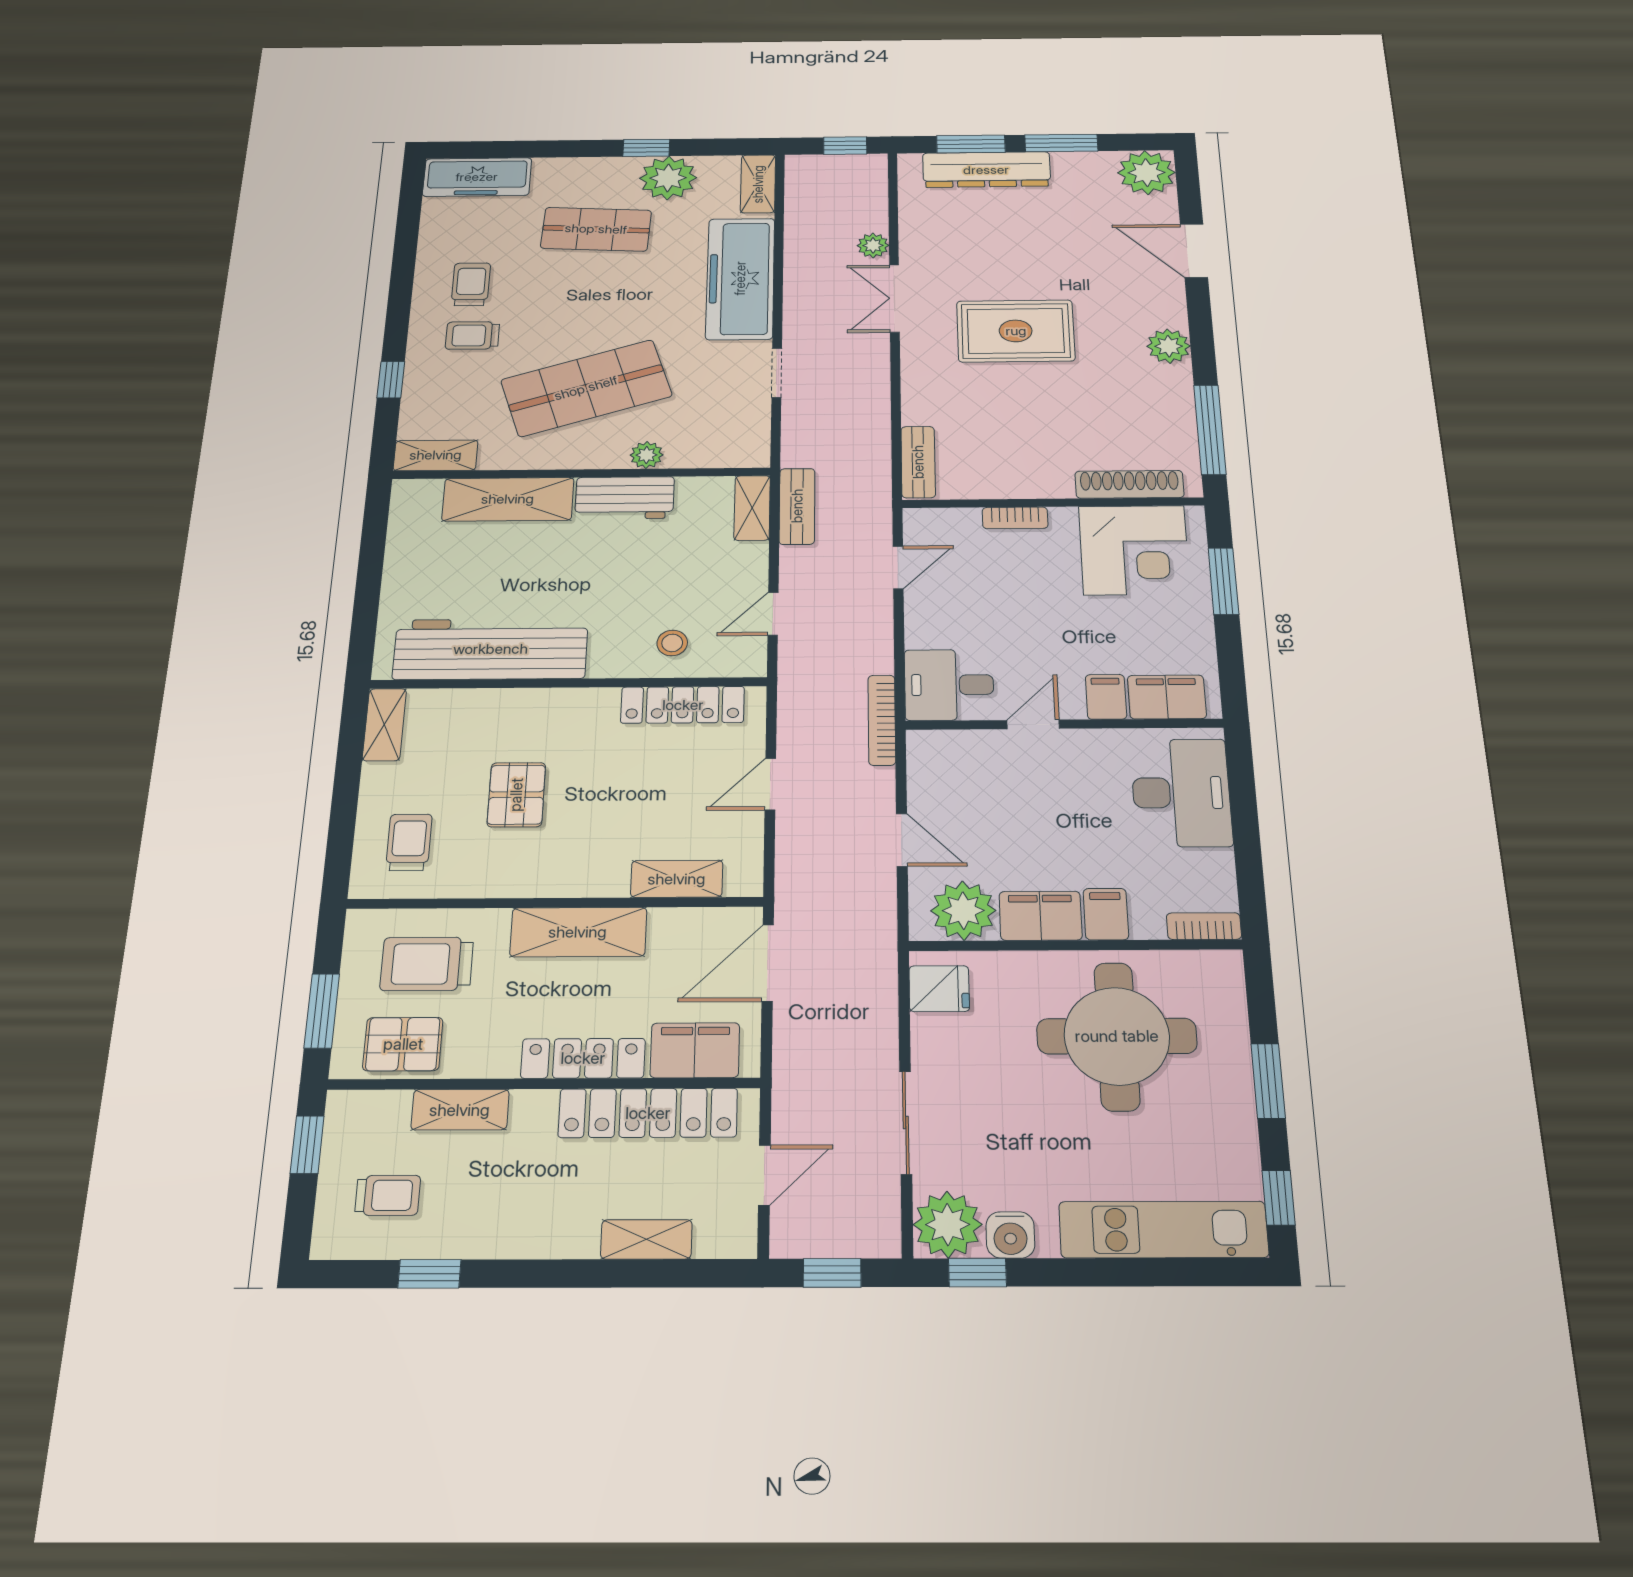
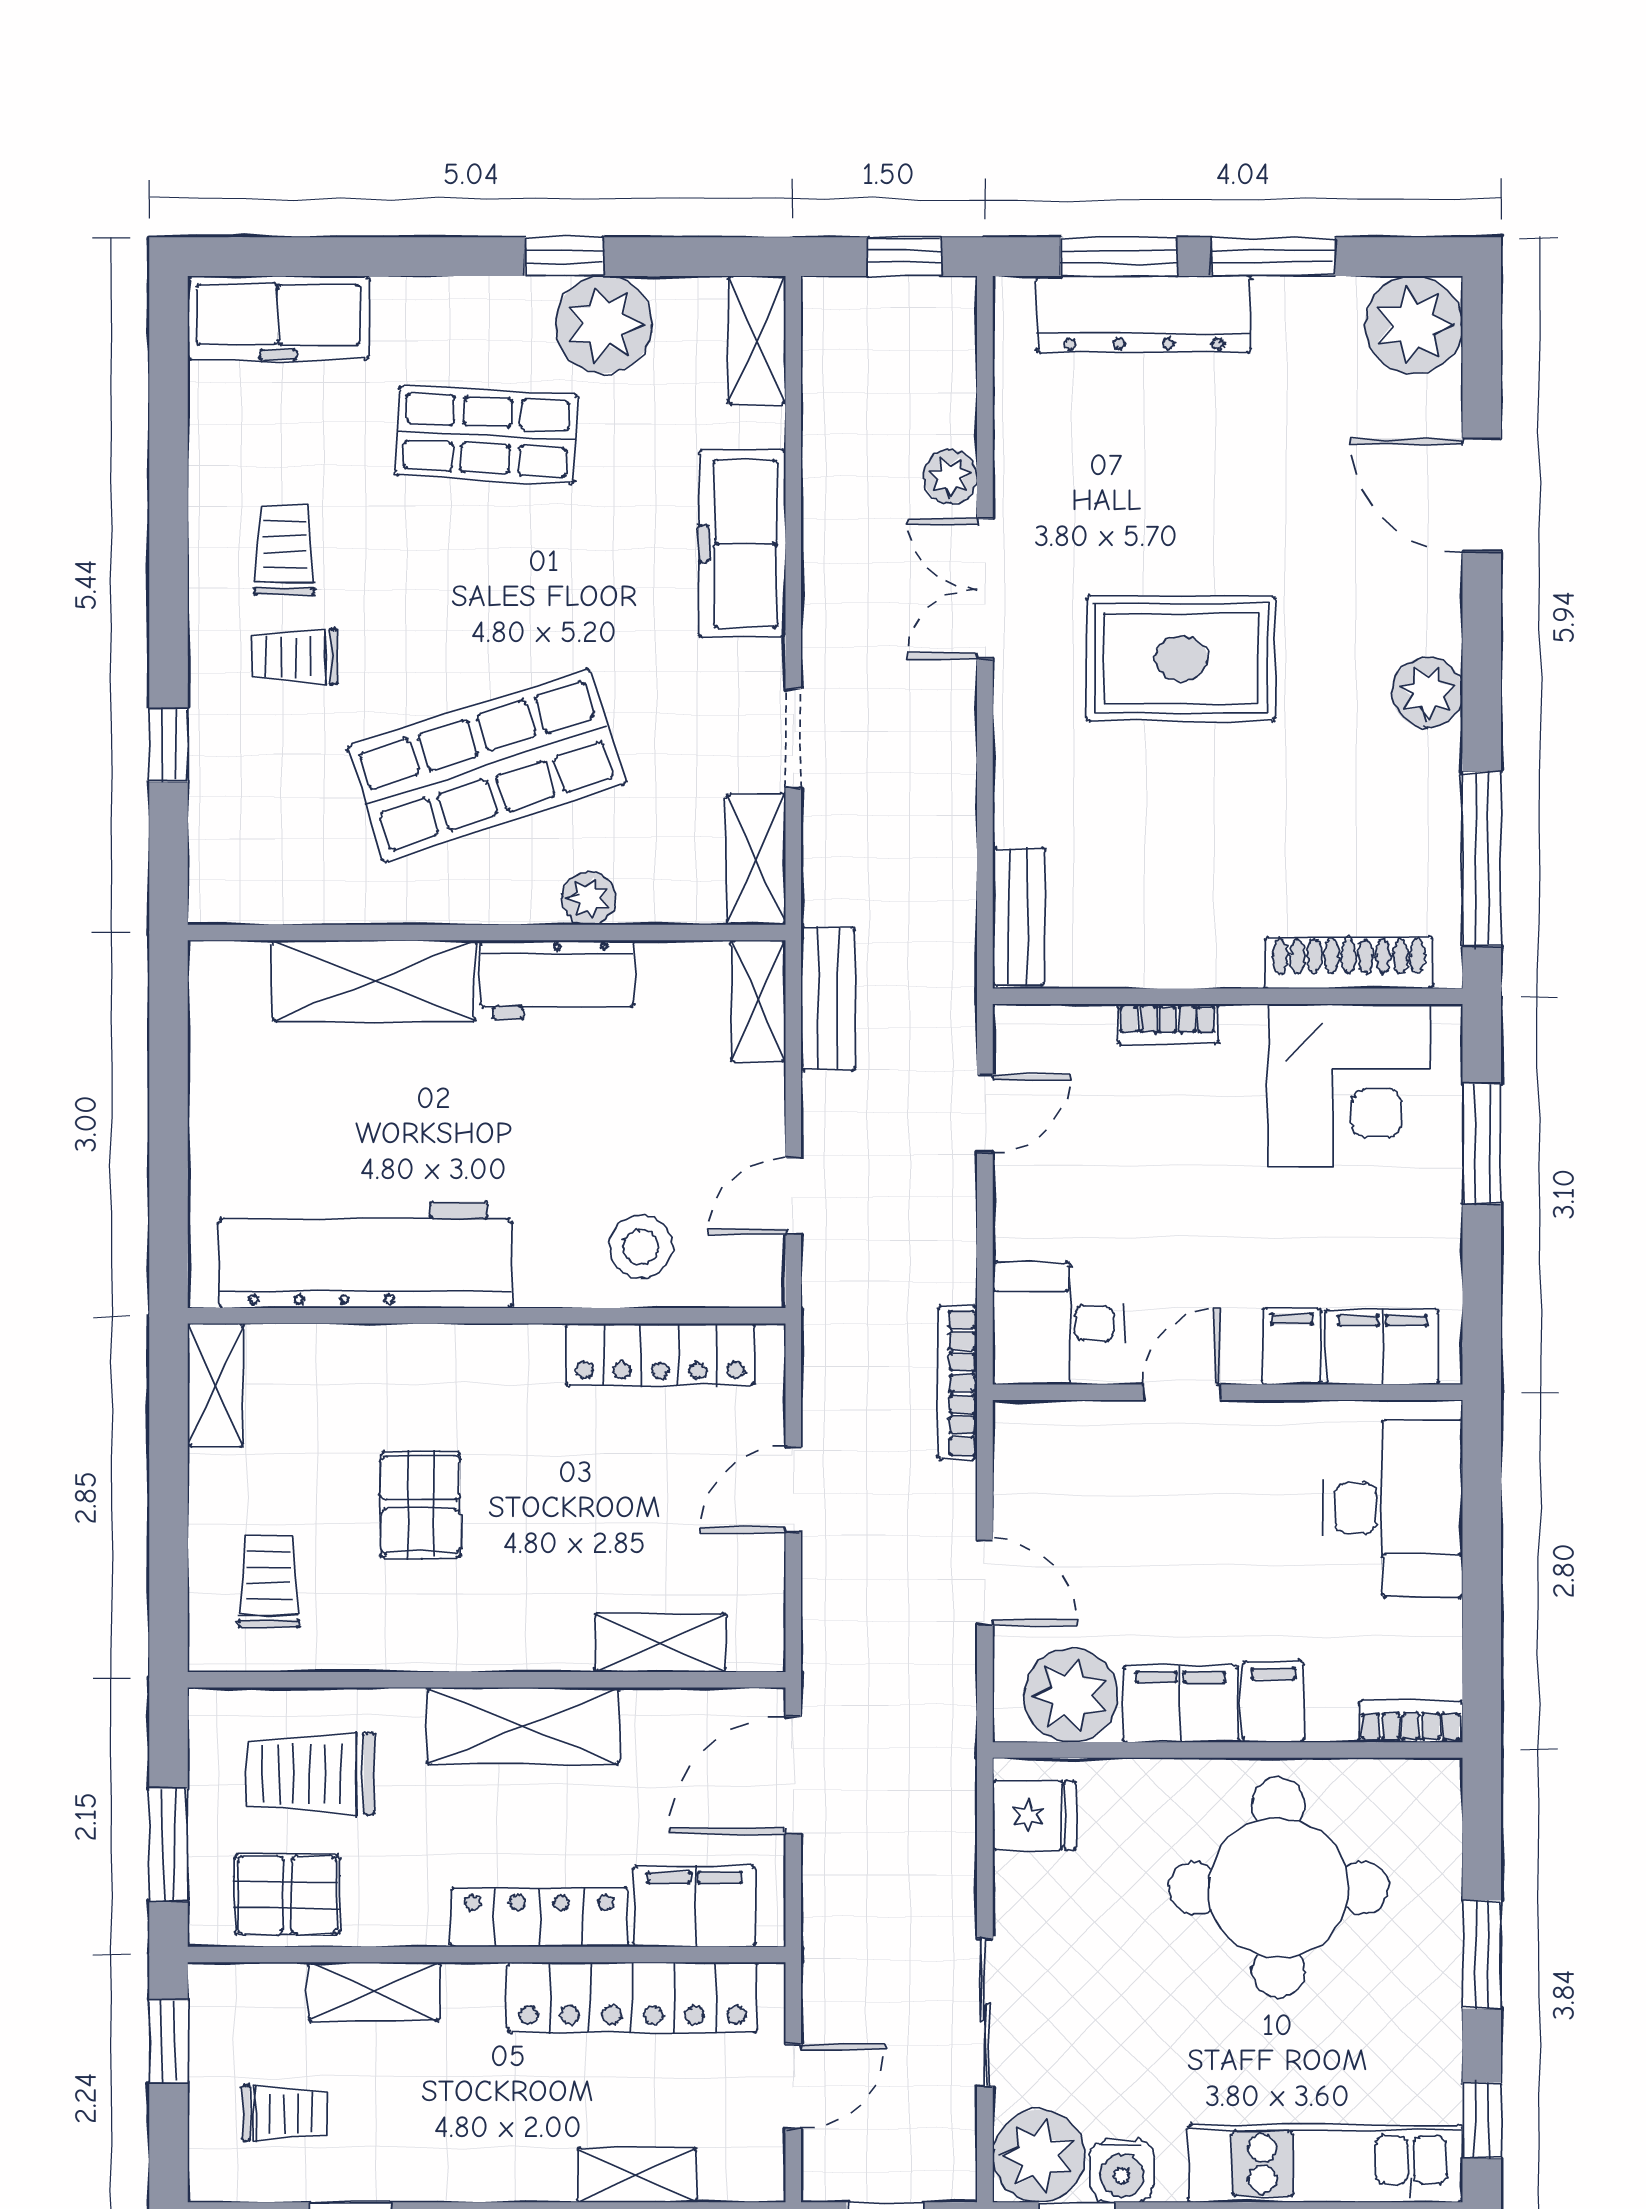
freezer: (740, 278) -> (742, 544), width x0.73, depth x0.79
shelving: (436, 455) -> (756, 859), moved, turned 90
stool: (672, 643) -> (641, 1247), width x1.37, depth x1.37

